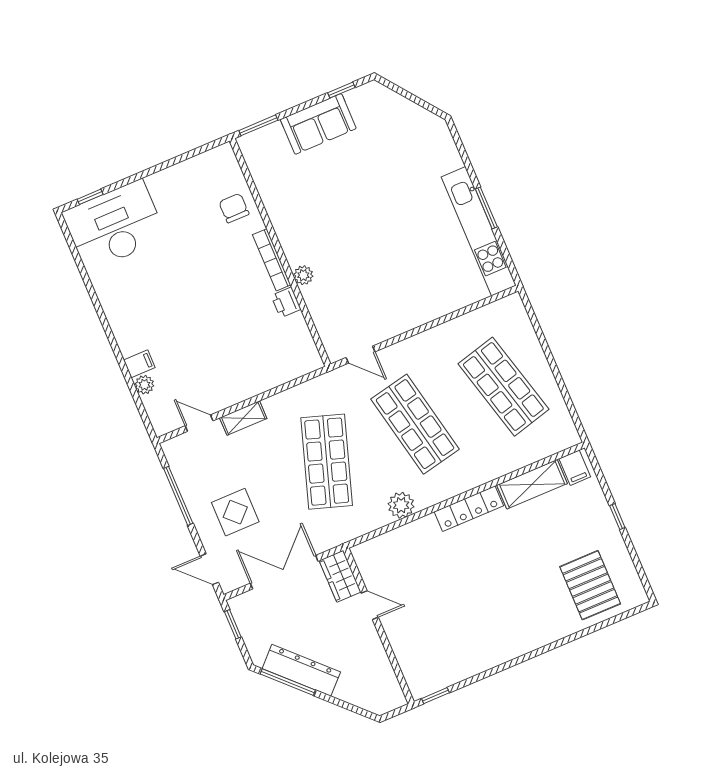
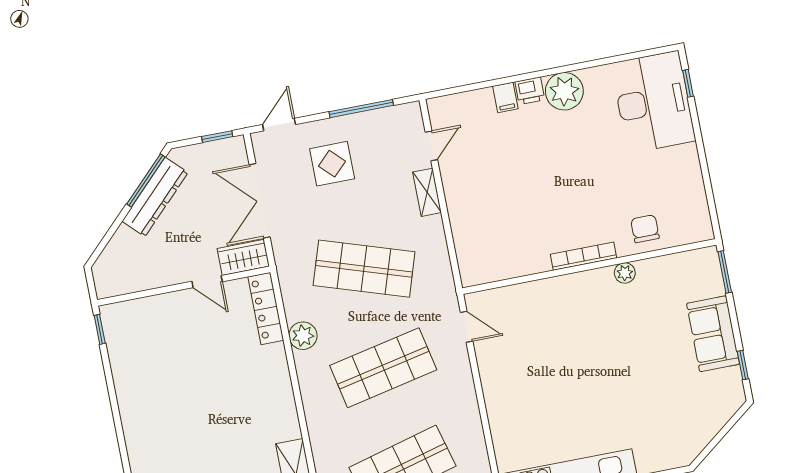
chair: (234, 208) -> (645, 229), turned -90
plant: (303, 275) -> (625, 273), moved
printer: (286, 302) -> (530, 91), moved, turned 180
door: (360, 355) -> (467, 327), swing flipped
plant: (144, 385) -> (564, 91), moved, width x1.87, depth x1.87
locker: (469, 509) -> (266, 308), moved
double door: (284, 572) -> (260, 201), swing flipped
door: (370, 605) -> (207, 282), hinge flipped

